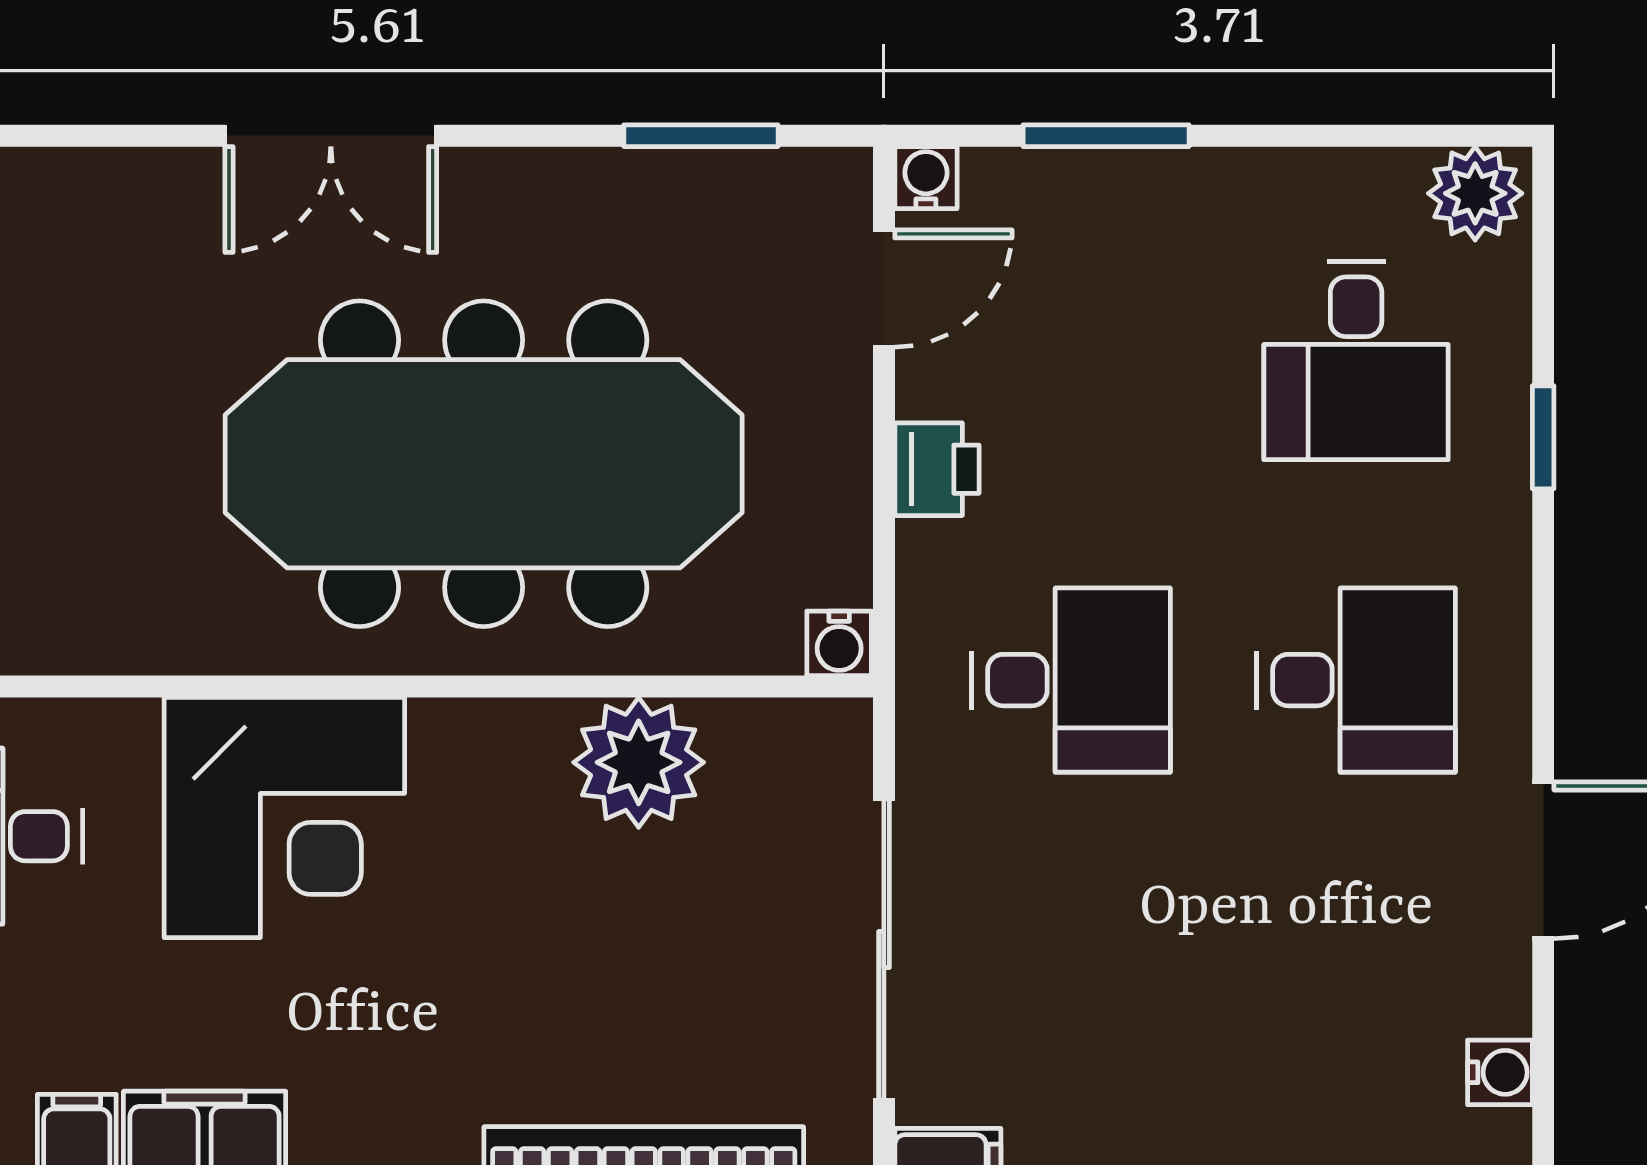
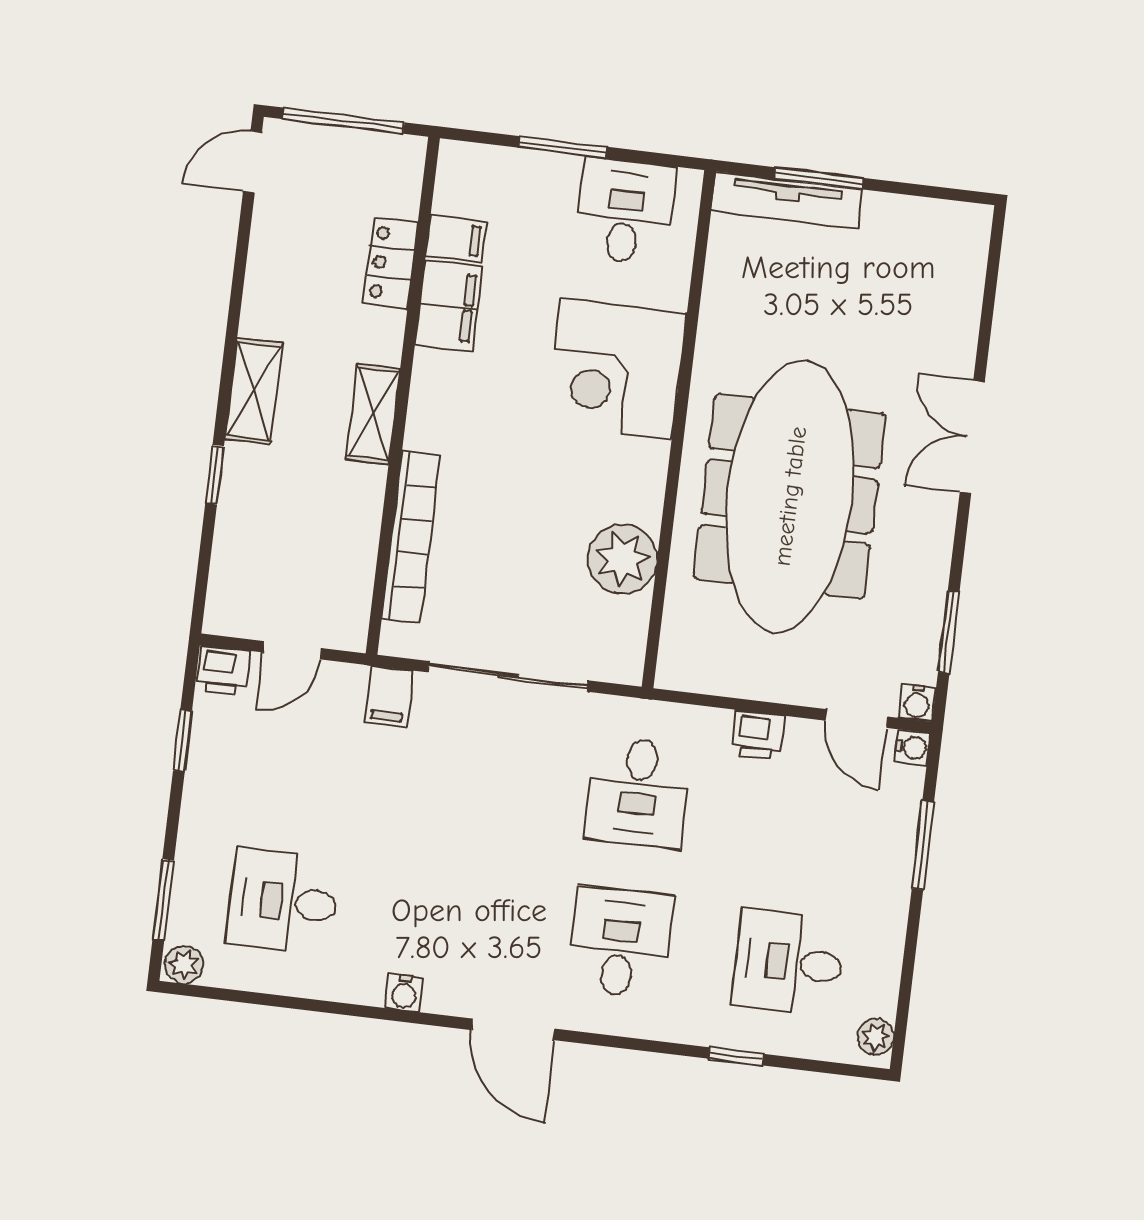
plant: (1475, 193) -> (876, 1037), width x0.73, depth x0.73
water cooler: (839, 643) -> (917, 703), moved, turned -90
desk: (1356, 680) -> (620, 942), turned 180

